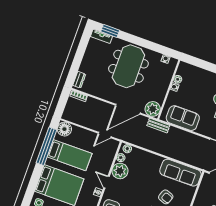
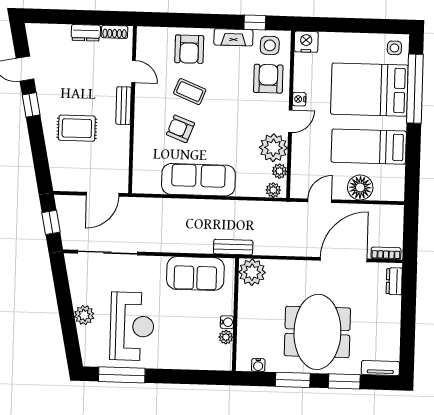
window: (110, 31) -> (344, 381), moved
window: (150, 45) -> (293, 380), added
door: (128, 109) -> (344, 260), moved
floor lamp: (64, 129) -> (360, 187), moved
window: (46, 146) -> (415, 89), moved
sofa: (180, 173) -> (198, 180), moved
door: (106, 182) -> (290, 121), hinge flipped

